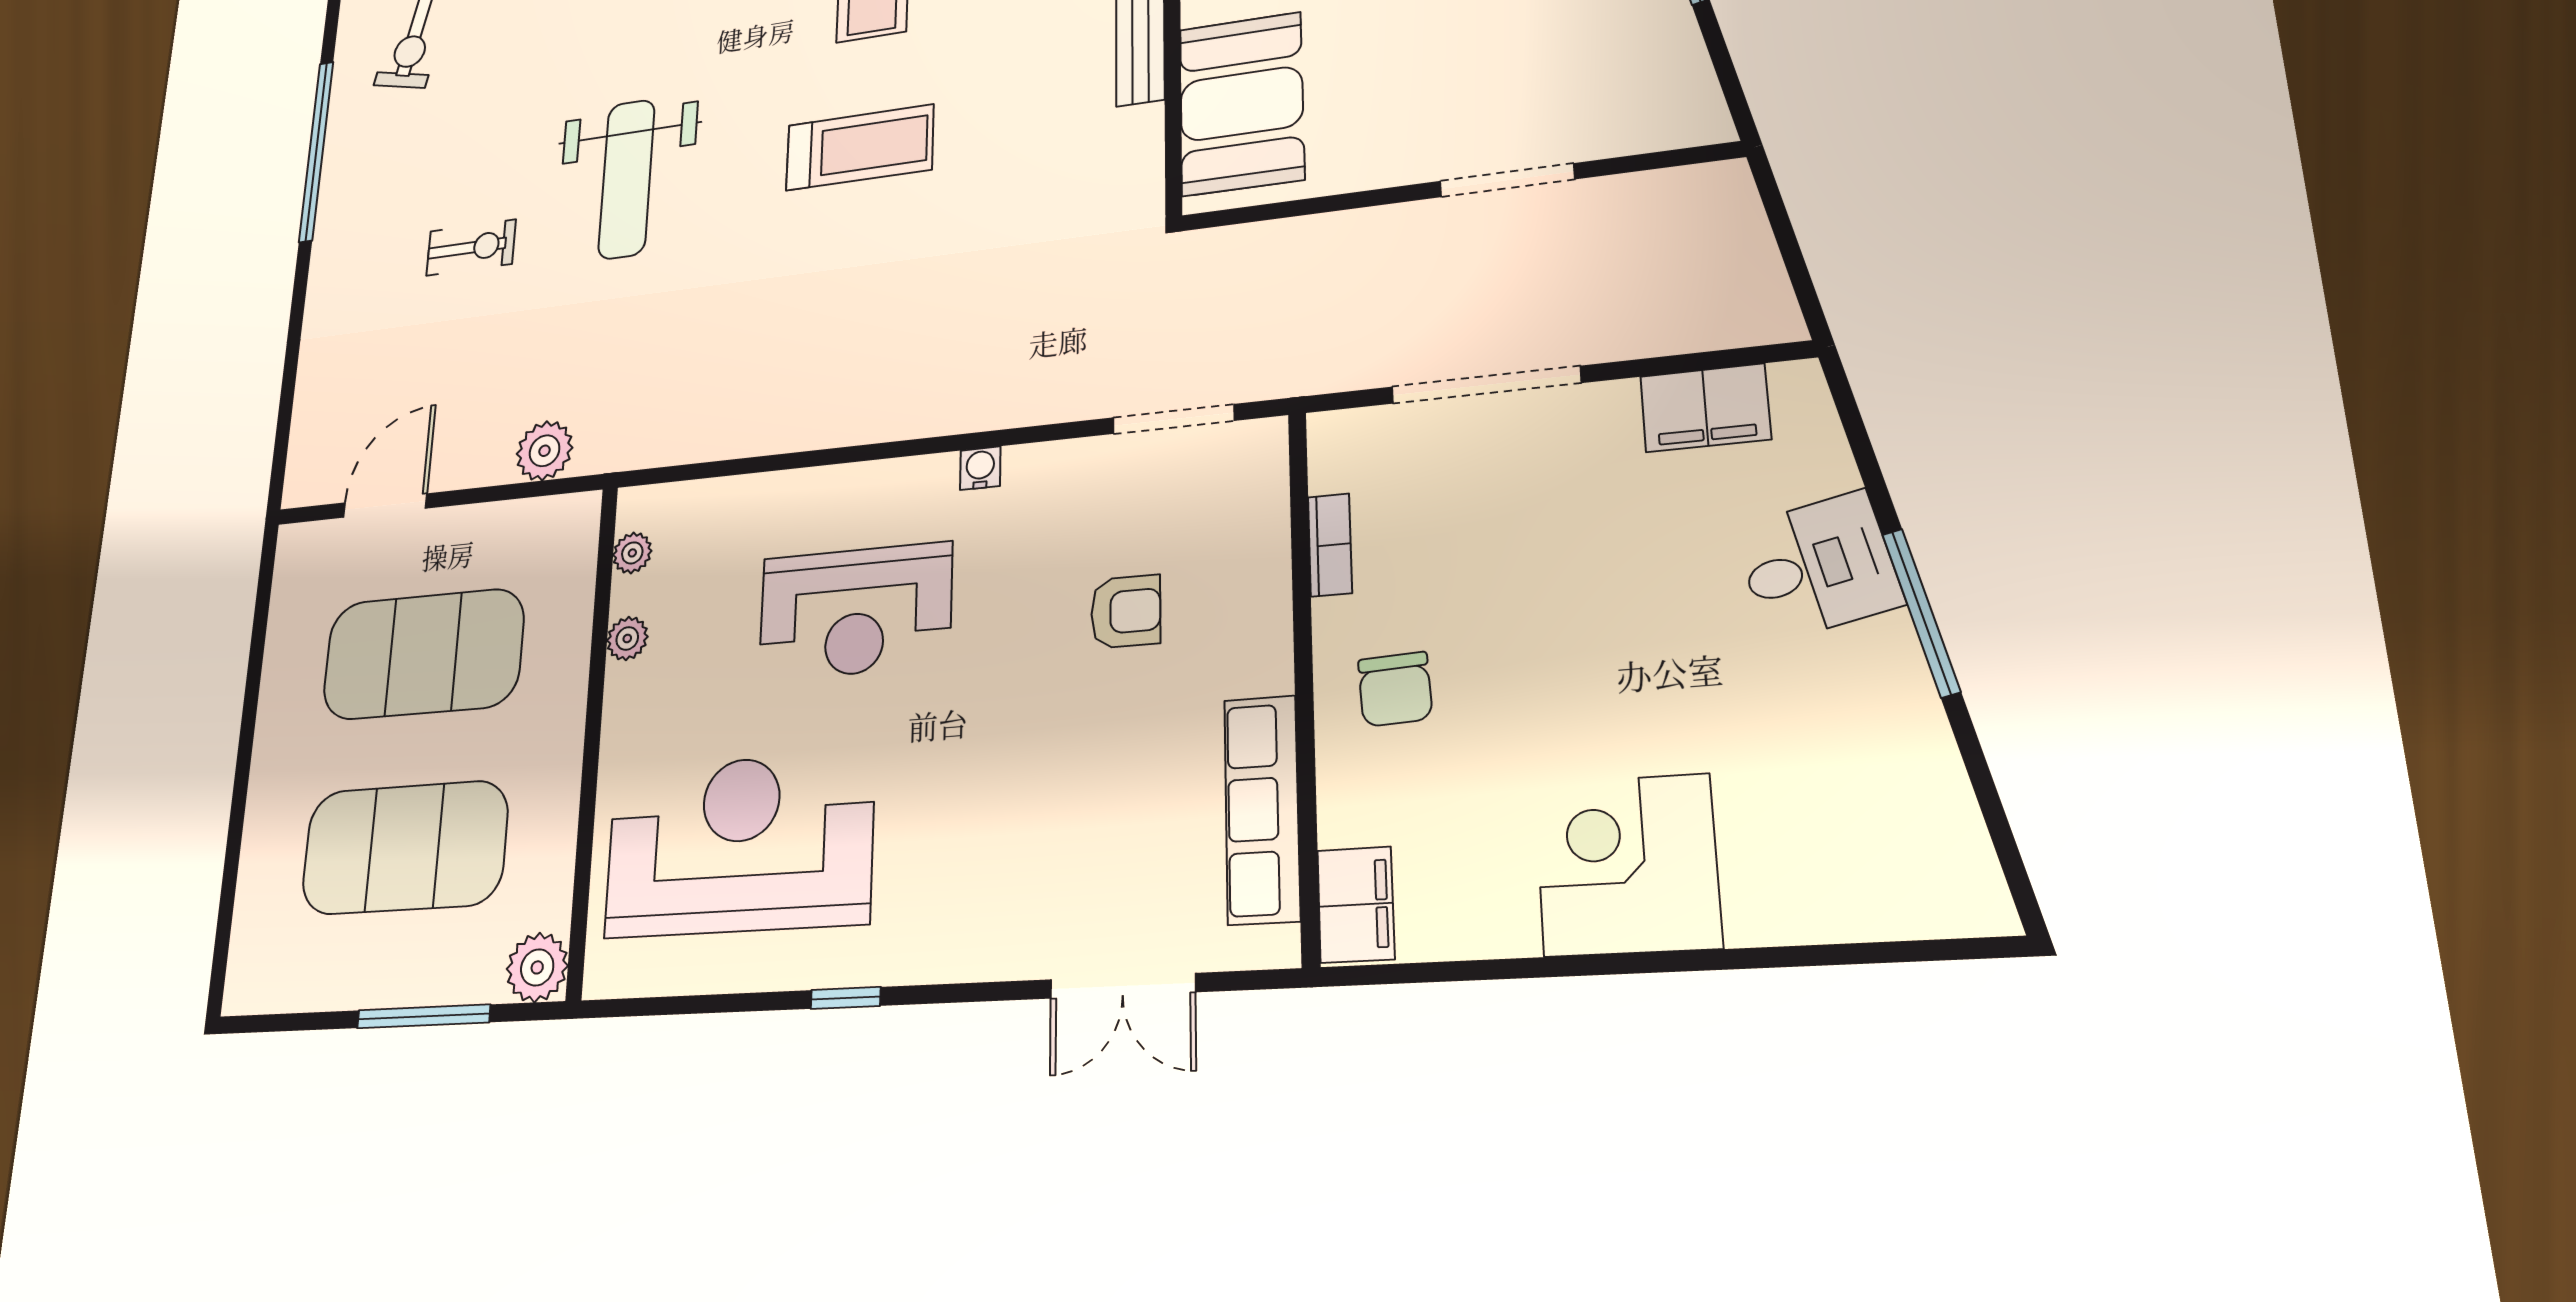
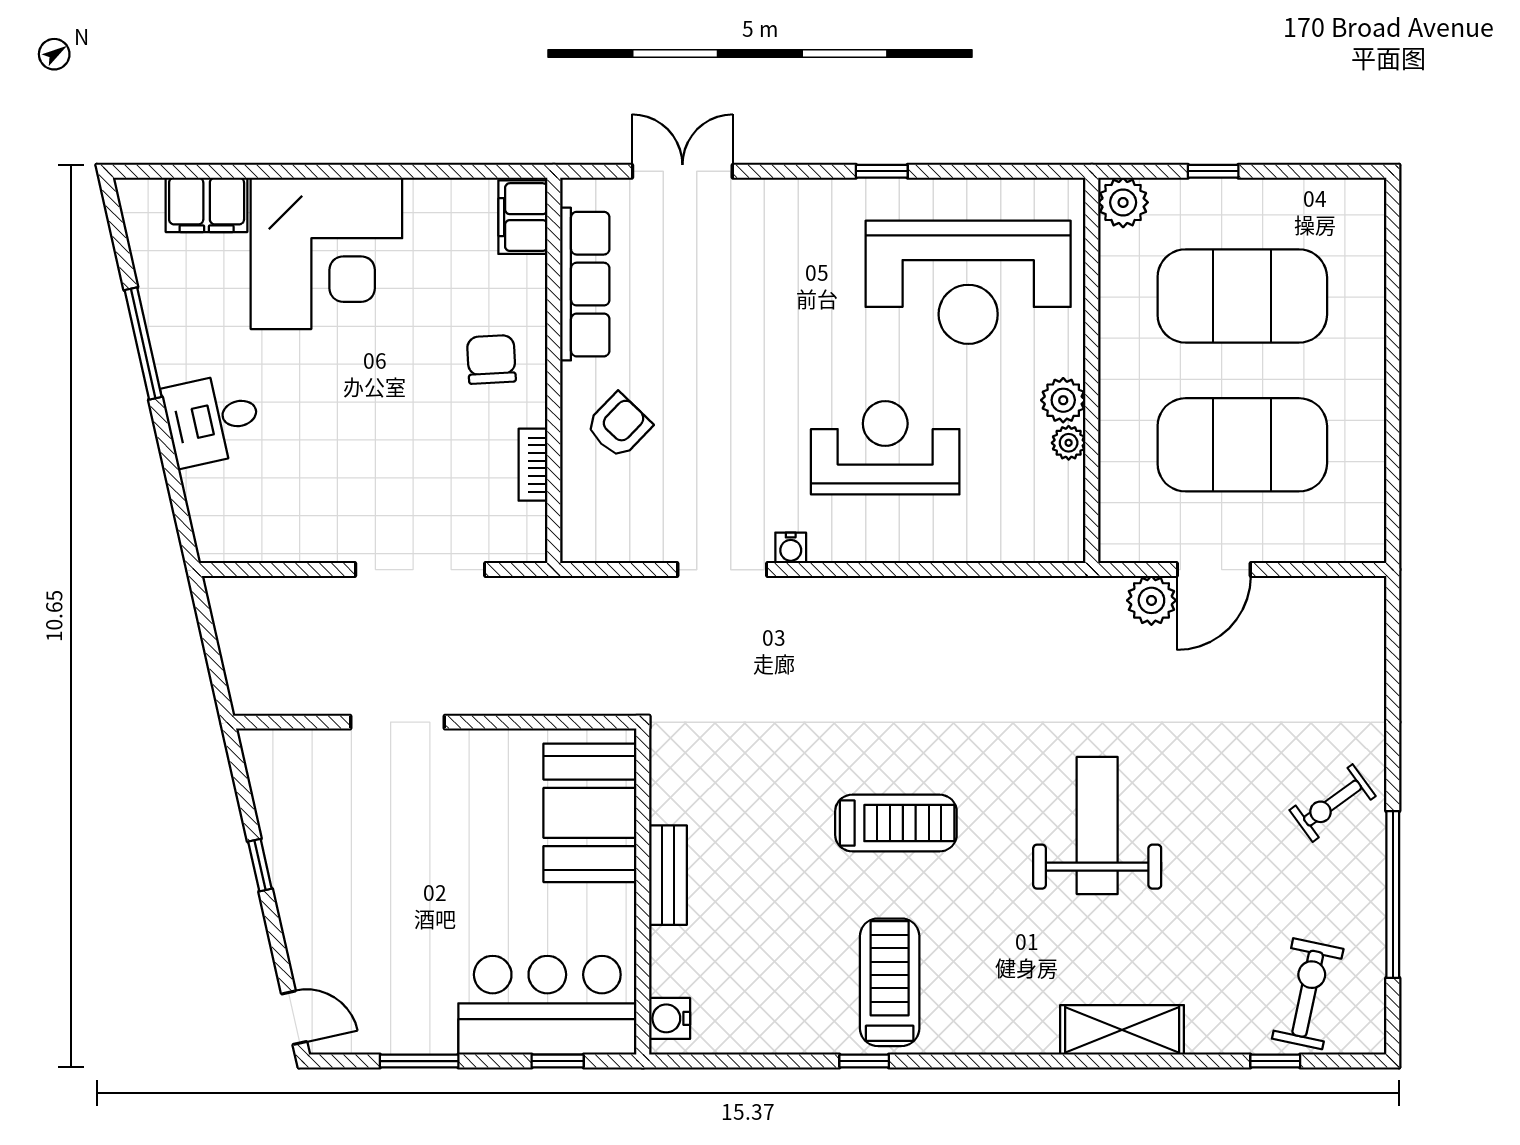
treadmill: (860, 147) -> (896, 823), turned 180
exercise bike: (471, 248) -> (1333, 803), moved, turned -36
filing cabinet: (1705, 408) -> (207, 205), moved, turned 180
doorway: (1173, 419) -> (722, 570), moved
door: (385, 506) -> (1214, 570), moved
plant: (632, 553) -> (1063, 400), moved, width x1.38, depth x1.38
armchair: (1126, 612) -> (619, 426), moved, turned 134
window: (1921, 613) -> (143, 343), moved
corner desk: (1627, 865) -> (326, 253), width x1.36, depth x1.36
window: (423, 1016) -> (1213, 171), width x0.46

